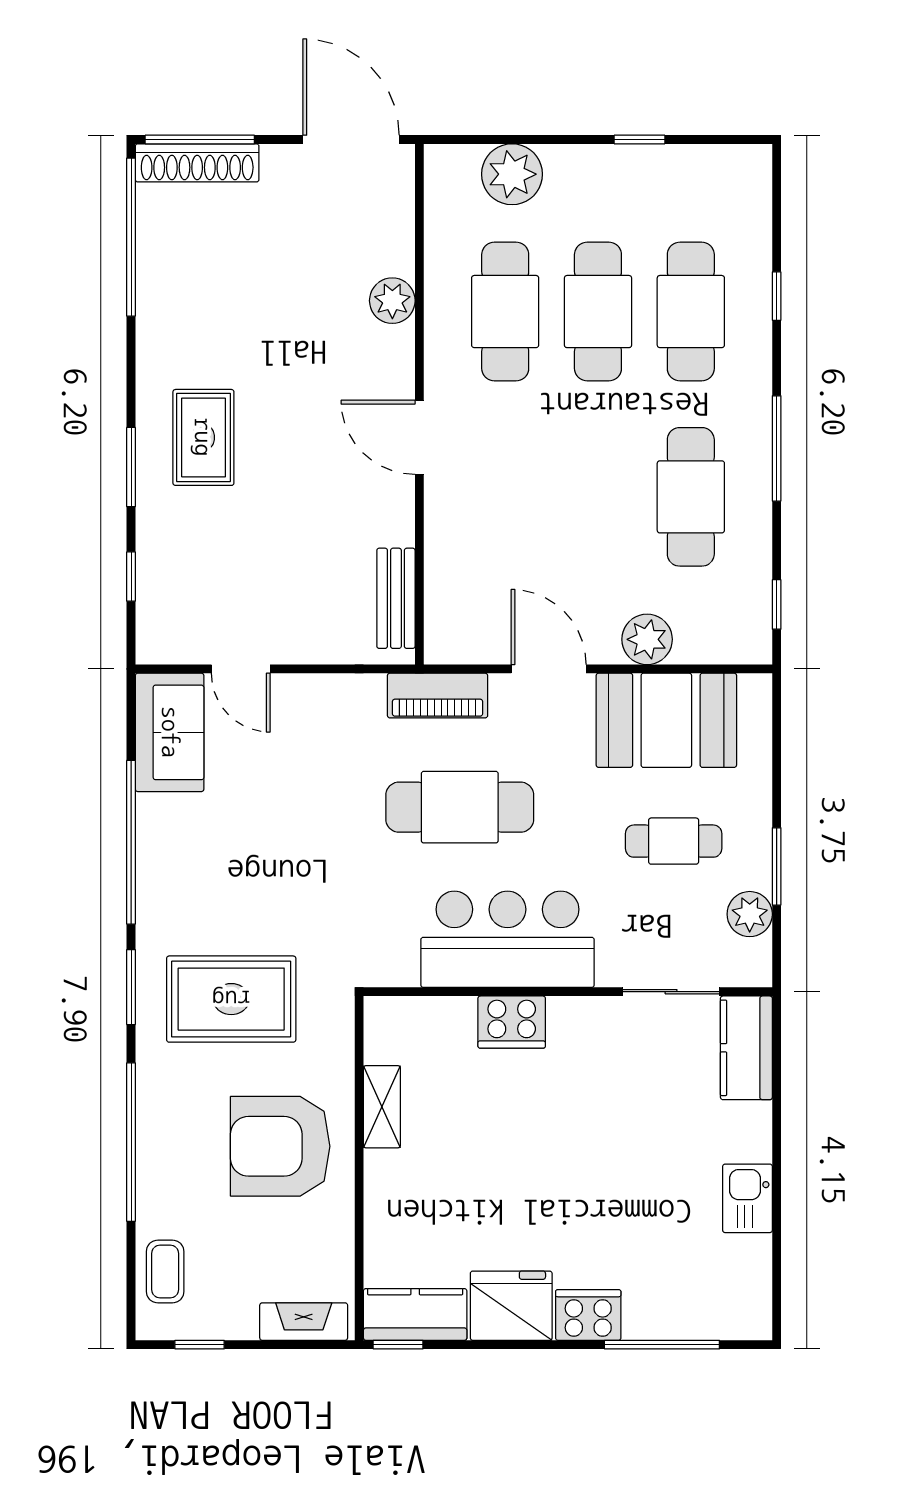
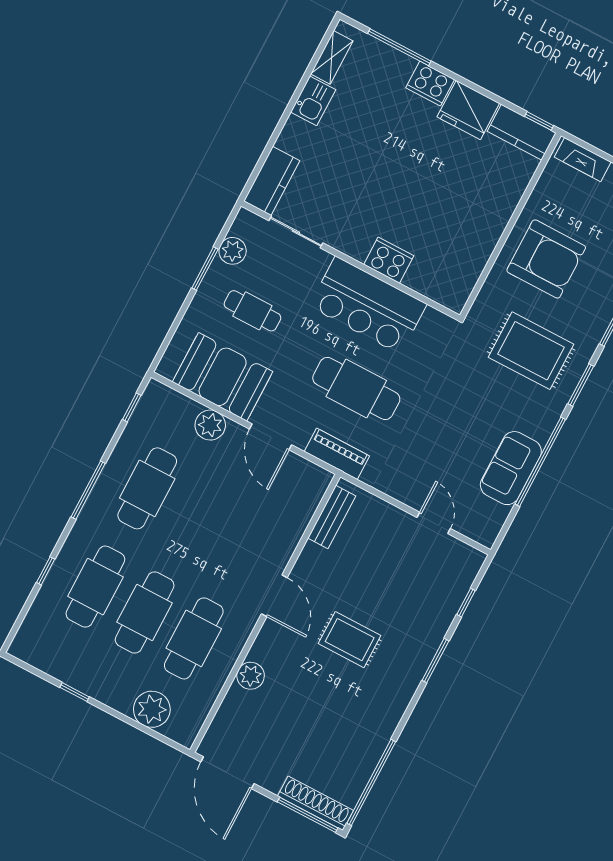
rug: (203, 437) -> (350, 640), moved, turned 90
sofa: (170, 732) -> (511, 468), moved
shelving: (382, 1107) -> (332, 57), moved

